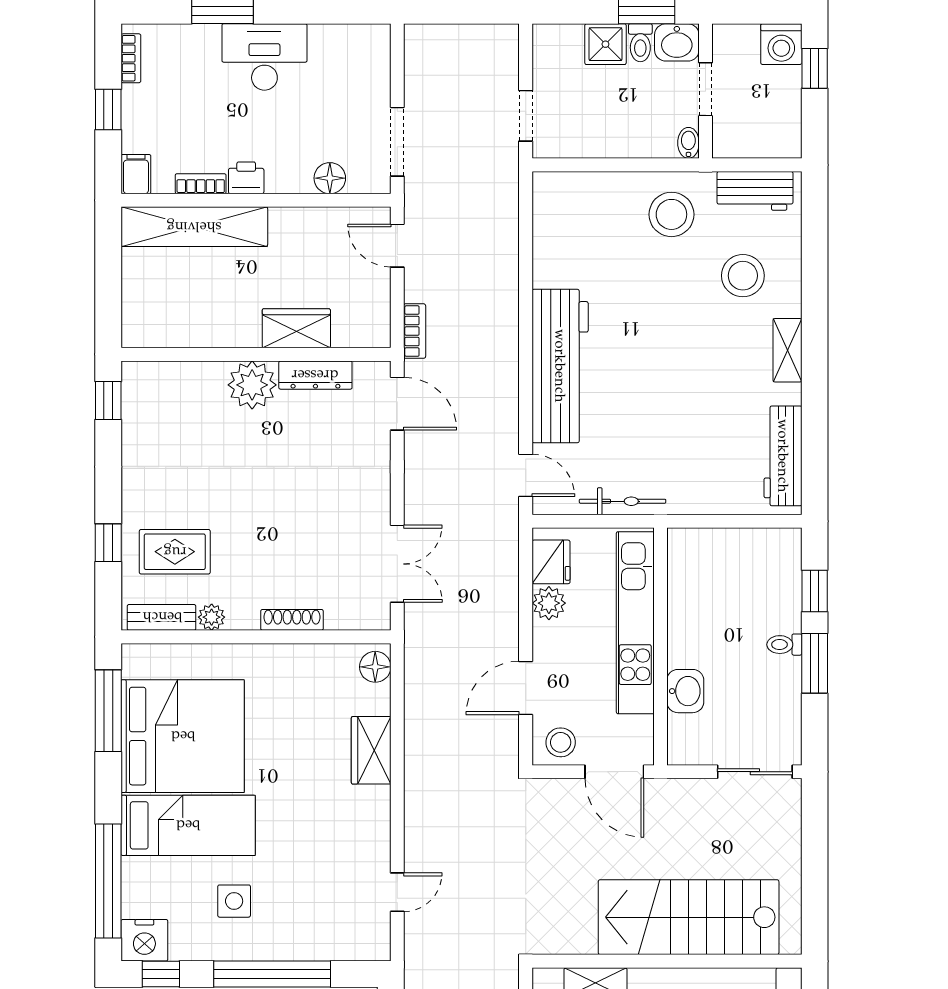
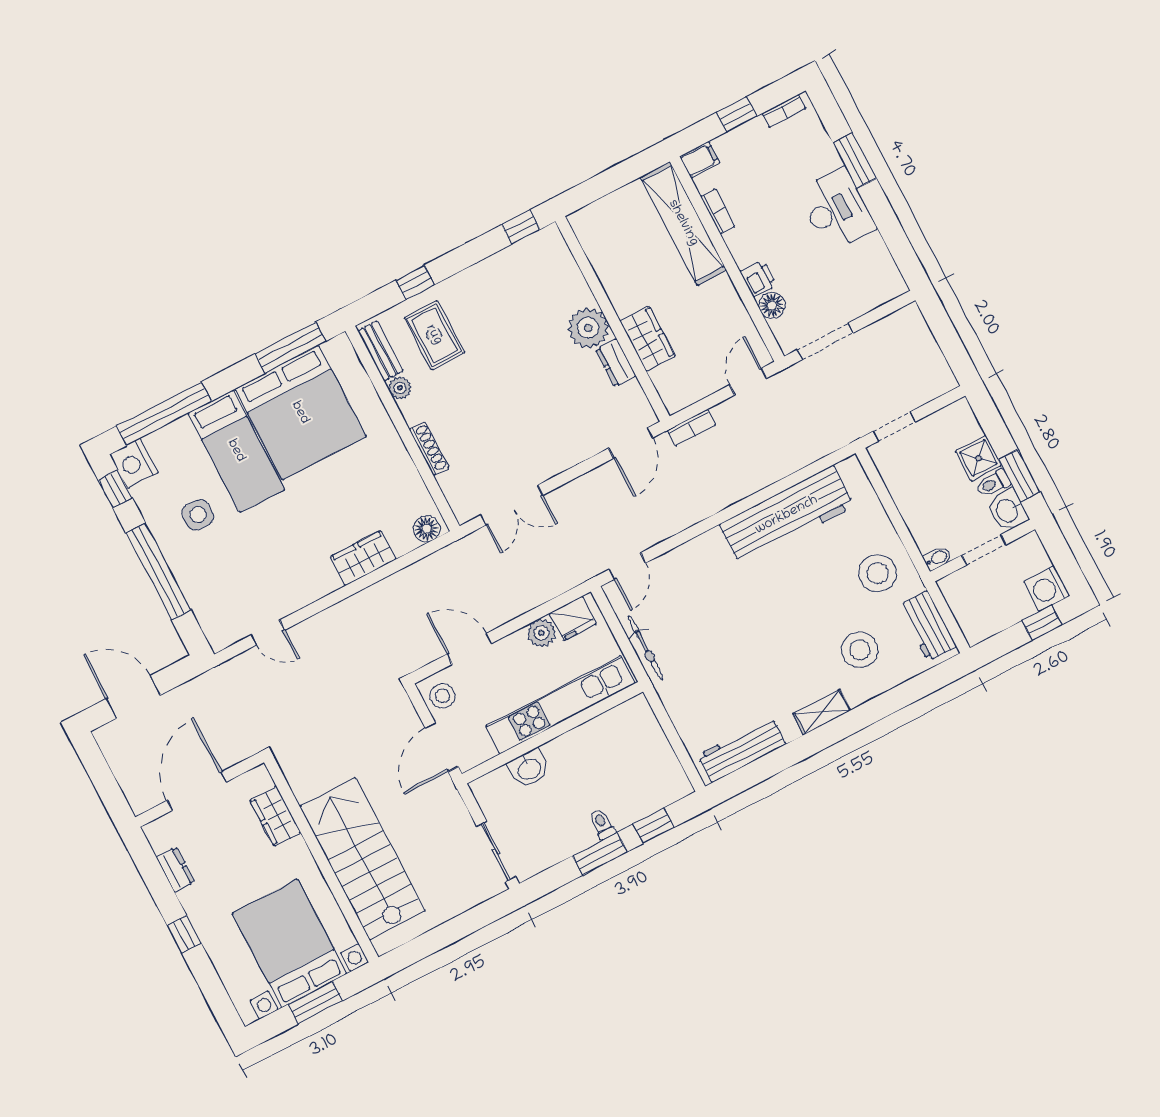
printer: (246, 178) -> (758, 279), moved
workbench: (560, 366) -> (787, 515), moved
dresser: (315, 375) -> (616, 363), width x0.70

